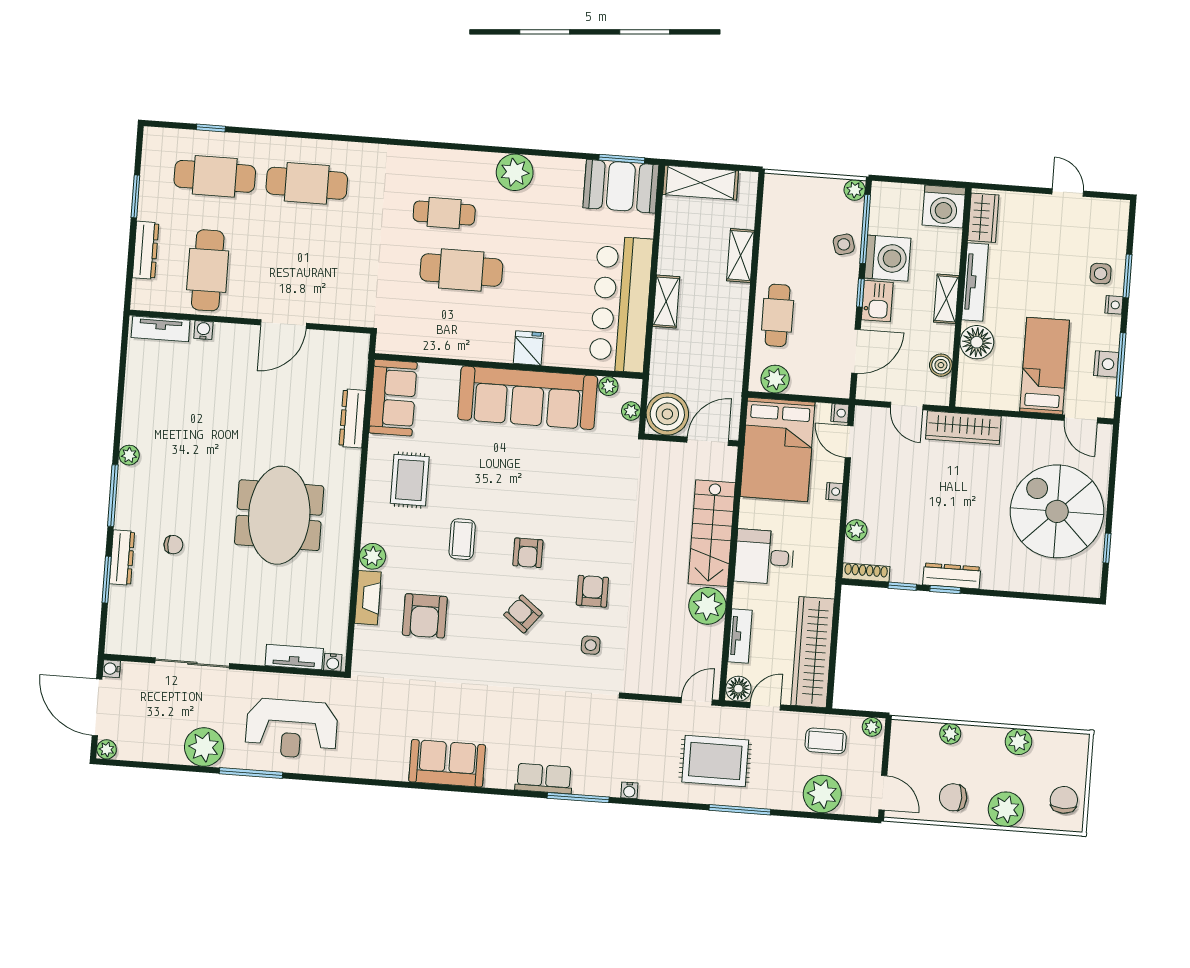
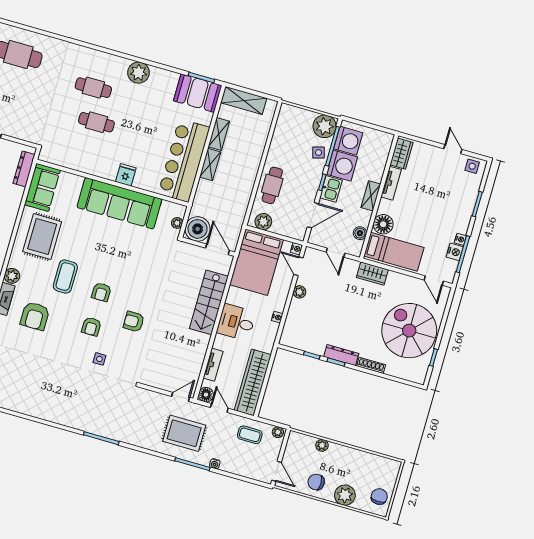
plant: (855, 190) -> (325, 126), width x1.87, depth x1.87
washing machine: (944, 207) -> (348, 141), moved, turned -90
shelving: (740, 256) -> (219, 134), moved
cafe table: (461, 270) -> (96, 122), width x0.73, depth x0.74
side table: (1101, 274) -> (472, 166), moved
tv unit: (975, 282) -> (391, 183), width x0.71
nightstand: (1114, 305) -> (460, 239), moved
bed: (1045, 366) -> (394, 252), moved, turned 90
plant: (608, 386) -> (167, 206), removed
dresser: (353, 418) -> (24, 169), moved
wardrobe: (963, 428) -> (372, 274), width x0.67
door: (708, 441) -> (217, 249), hinge flipped
rug: (410, 480) -> (42, 237), width x1.36, depth x1.43
nightstand: (834, 491) -> (277, 317), moved
plant: (856, 530) -> (299, 292), moved
coffee table: (462, 539) -> (65, 277), width x1.36, depth x1.30
shoe rack: (866, 572) -> (371, 365), moved
armchair: (592, 591) -> (134, 322), turned -90
plant: (707, 606) -> (198, 344), removed
armchair: (523, 614) -> (91, 327), turned -128
side table: (591, 645) -> (99, 359), moved
door: (765, 706) -> (219, 408), hinge flipped
plant: (1018, 742) -> (360, 458), removed
sofa: (447, 763) -> (30, 403), removed
row of seats: (544, 778) -> (84, 423), removed
water cooler: (629, 790) -> (215, 464), moved
plant: (822, 794) -> (242, 465), removed

